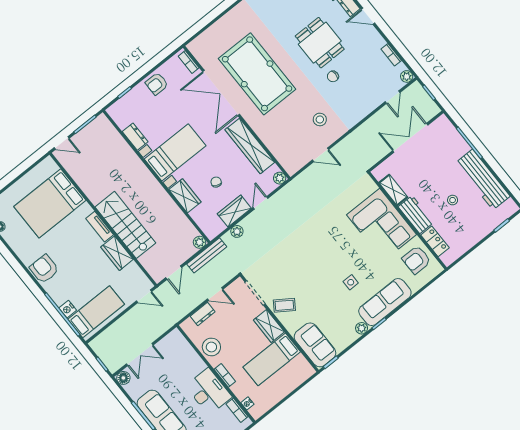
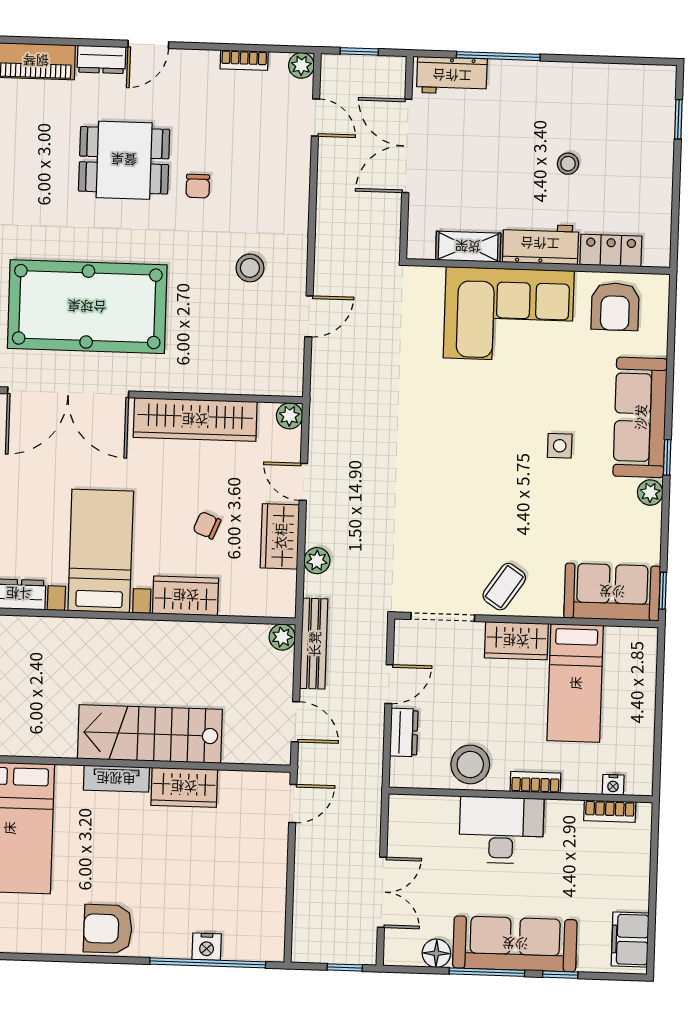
workbench: (483, 180) -> (452, 76), moved, width x0.53, depth x0.76
bed: (96, 312) -> (251, 904), removed
floor lamp: (123, 378) -> (436, 953), moved
desk: (209, 391) -> (501, 830), moved

